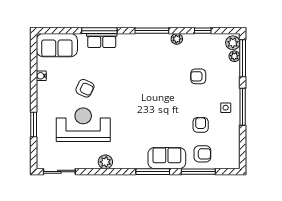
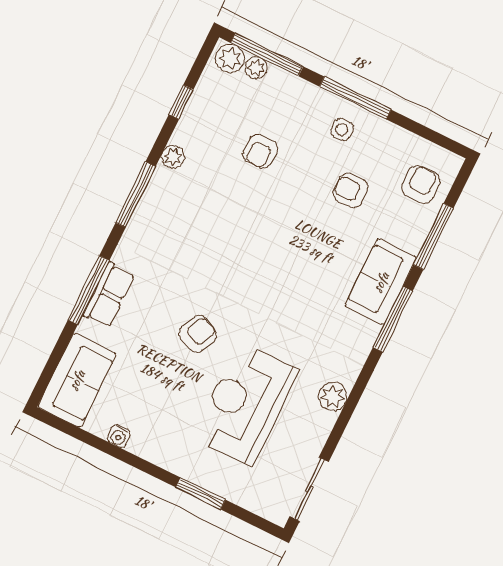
armchair: (85, 88) -> (198, 334), moved
armchair: (202, 154) -> (421, 184), moved

